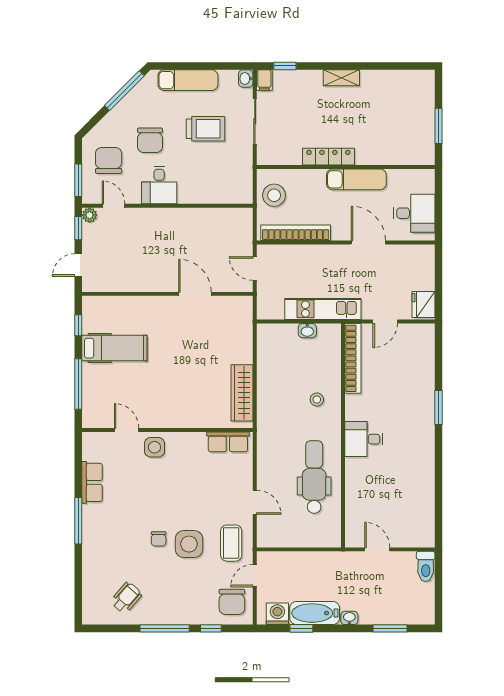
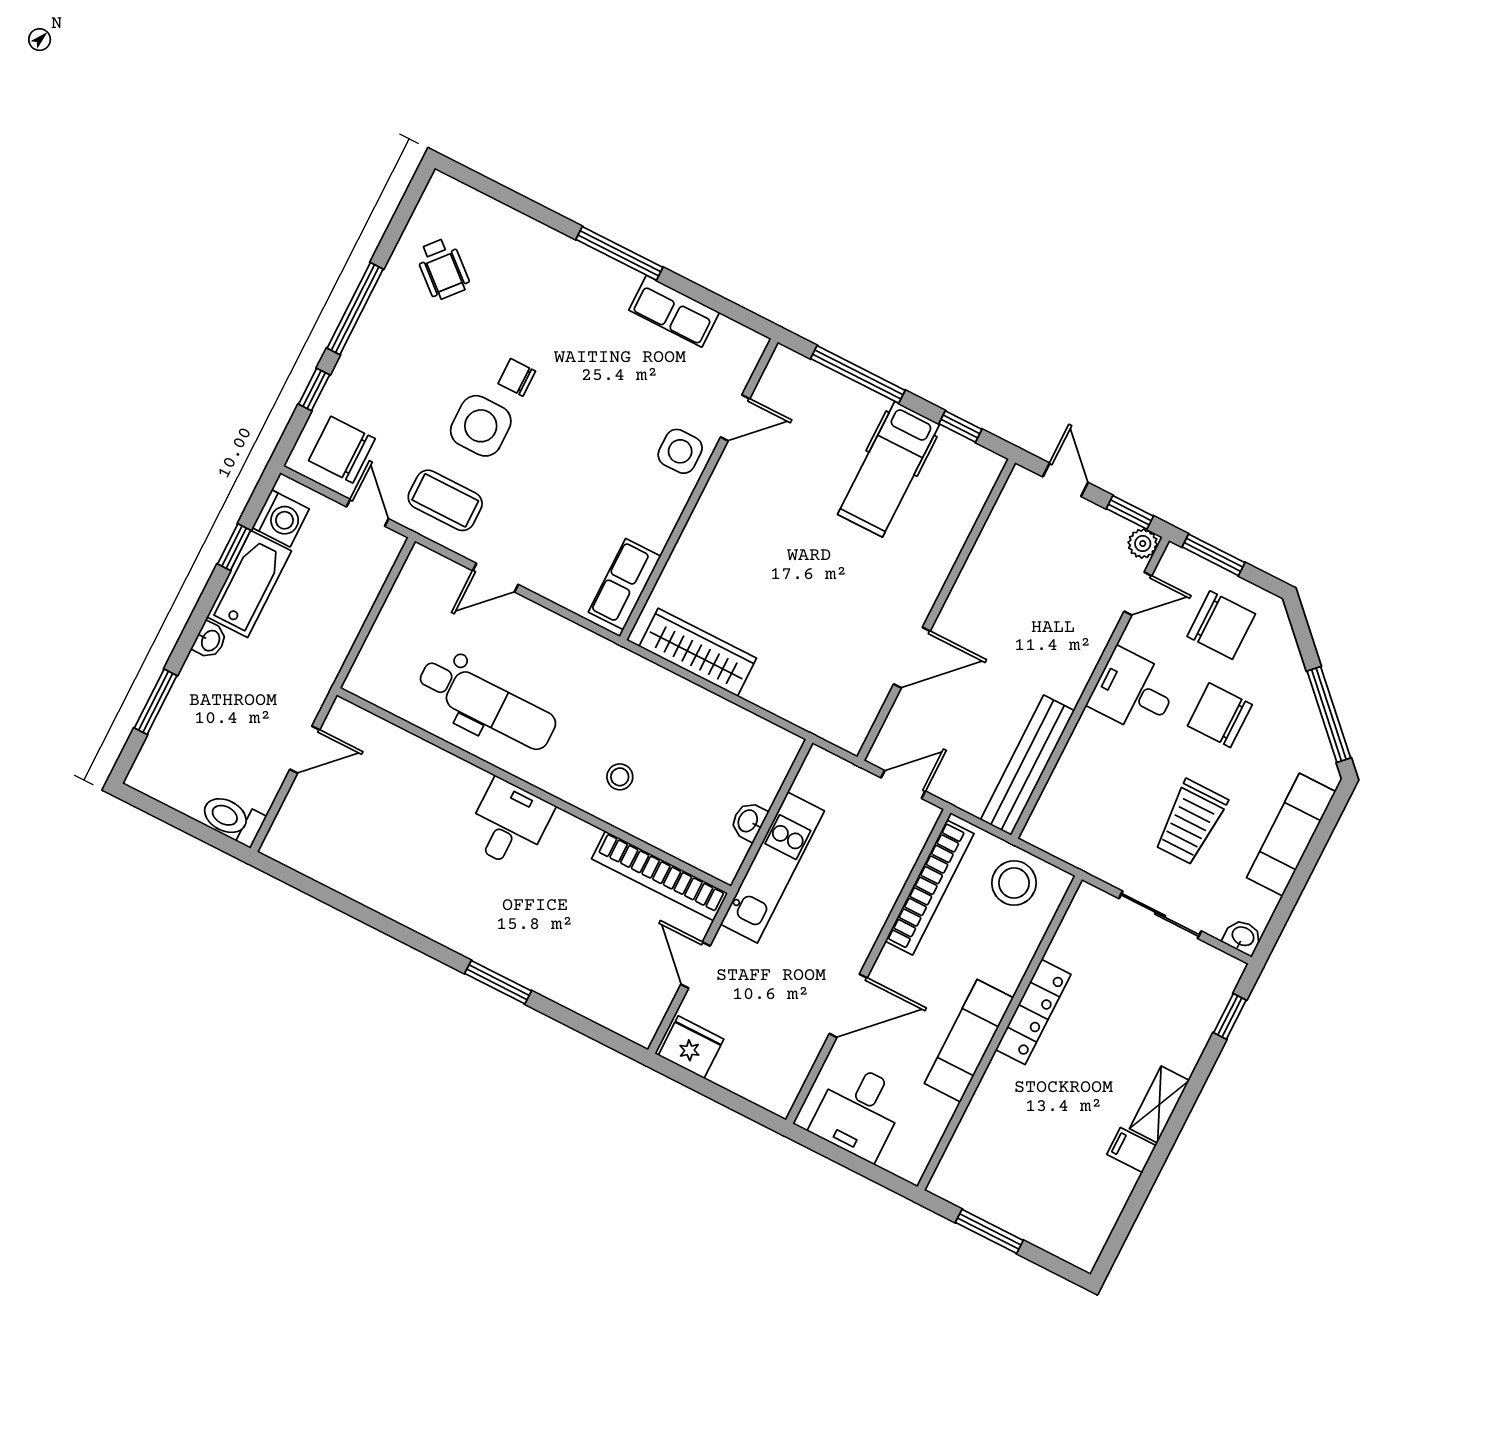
filing cabinet: (264, 80) -> (1131, 1150), moved
bench: (217, 216) -> (1027, 765), added

